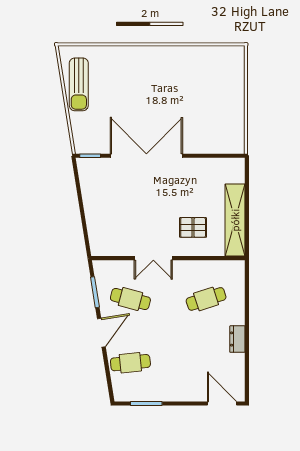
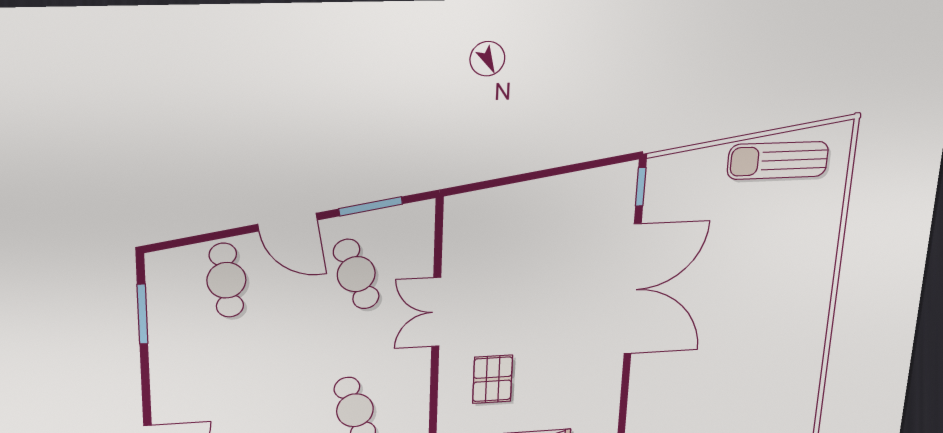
cafe table: (130, 299) -> (356, 274), turned -36

